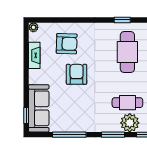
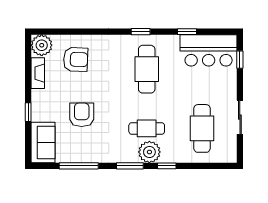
plant: (33, 27) -> (42, 45), width x1.88, depth x1.88
armchair: (77, 74) -> (82, 115), moved
sofa: (39, 108) -> (43, 142), width x0.73
window: (26, 115) -> (28, 112), moved

